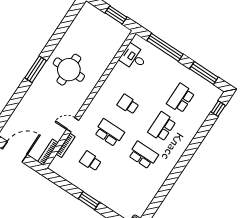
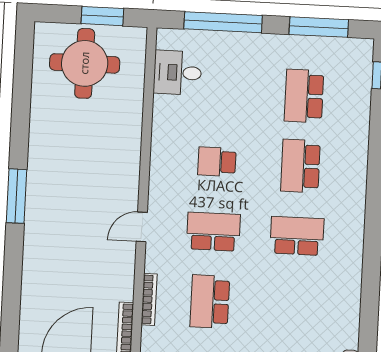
round table: (69, 70) -> (85, 63), moved
door: (73, 125) -> (142, 227), moved
school desk: (91, 161) -> (210, 302), width x1.85

